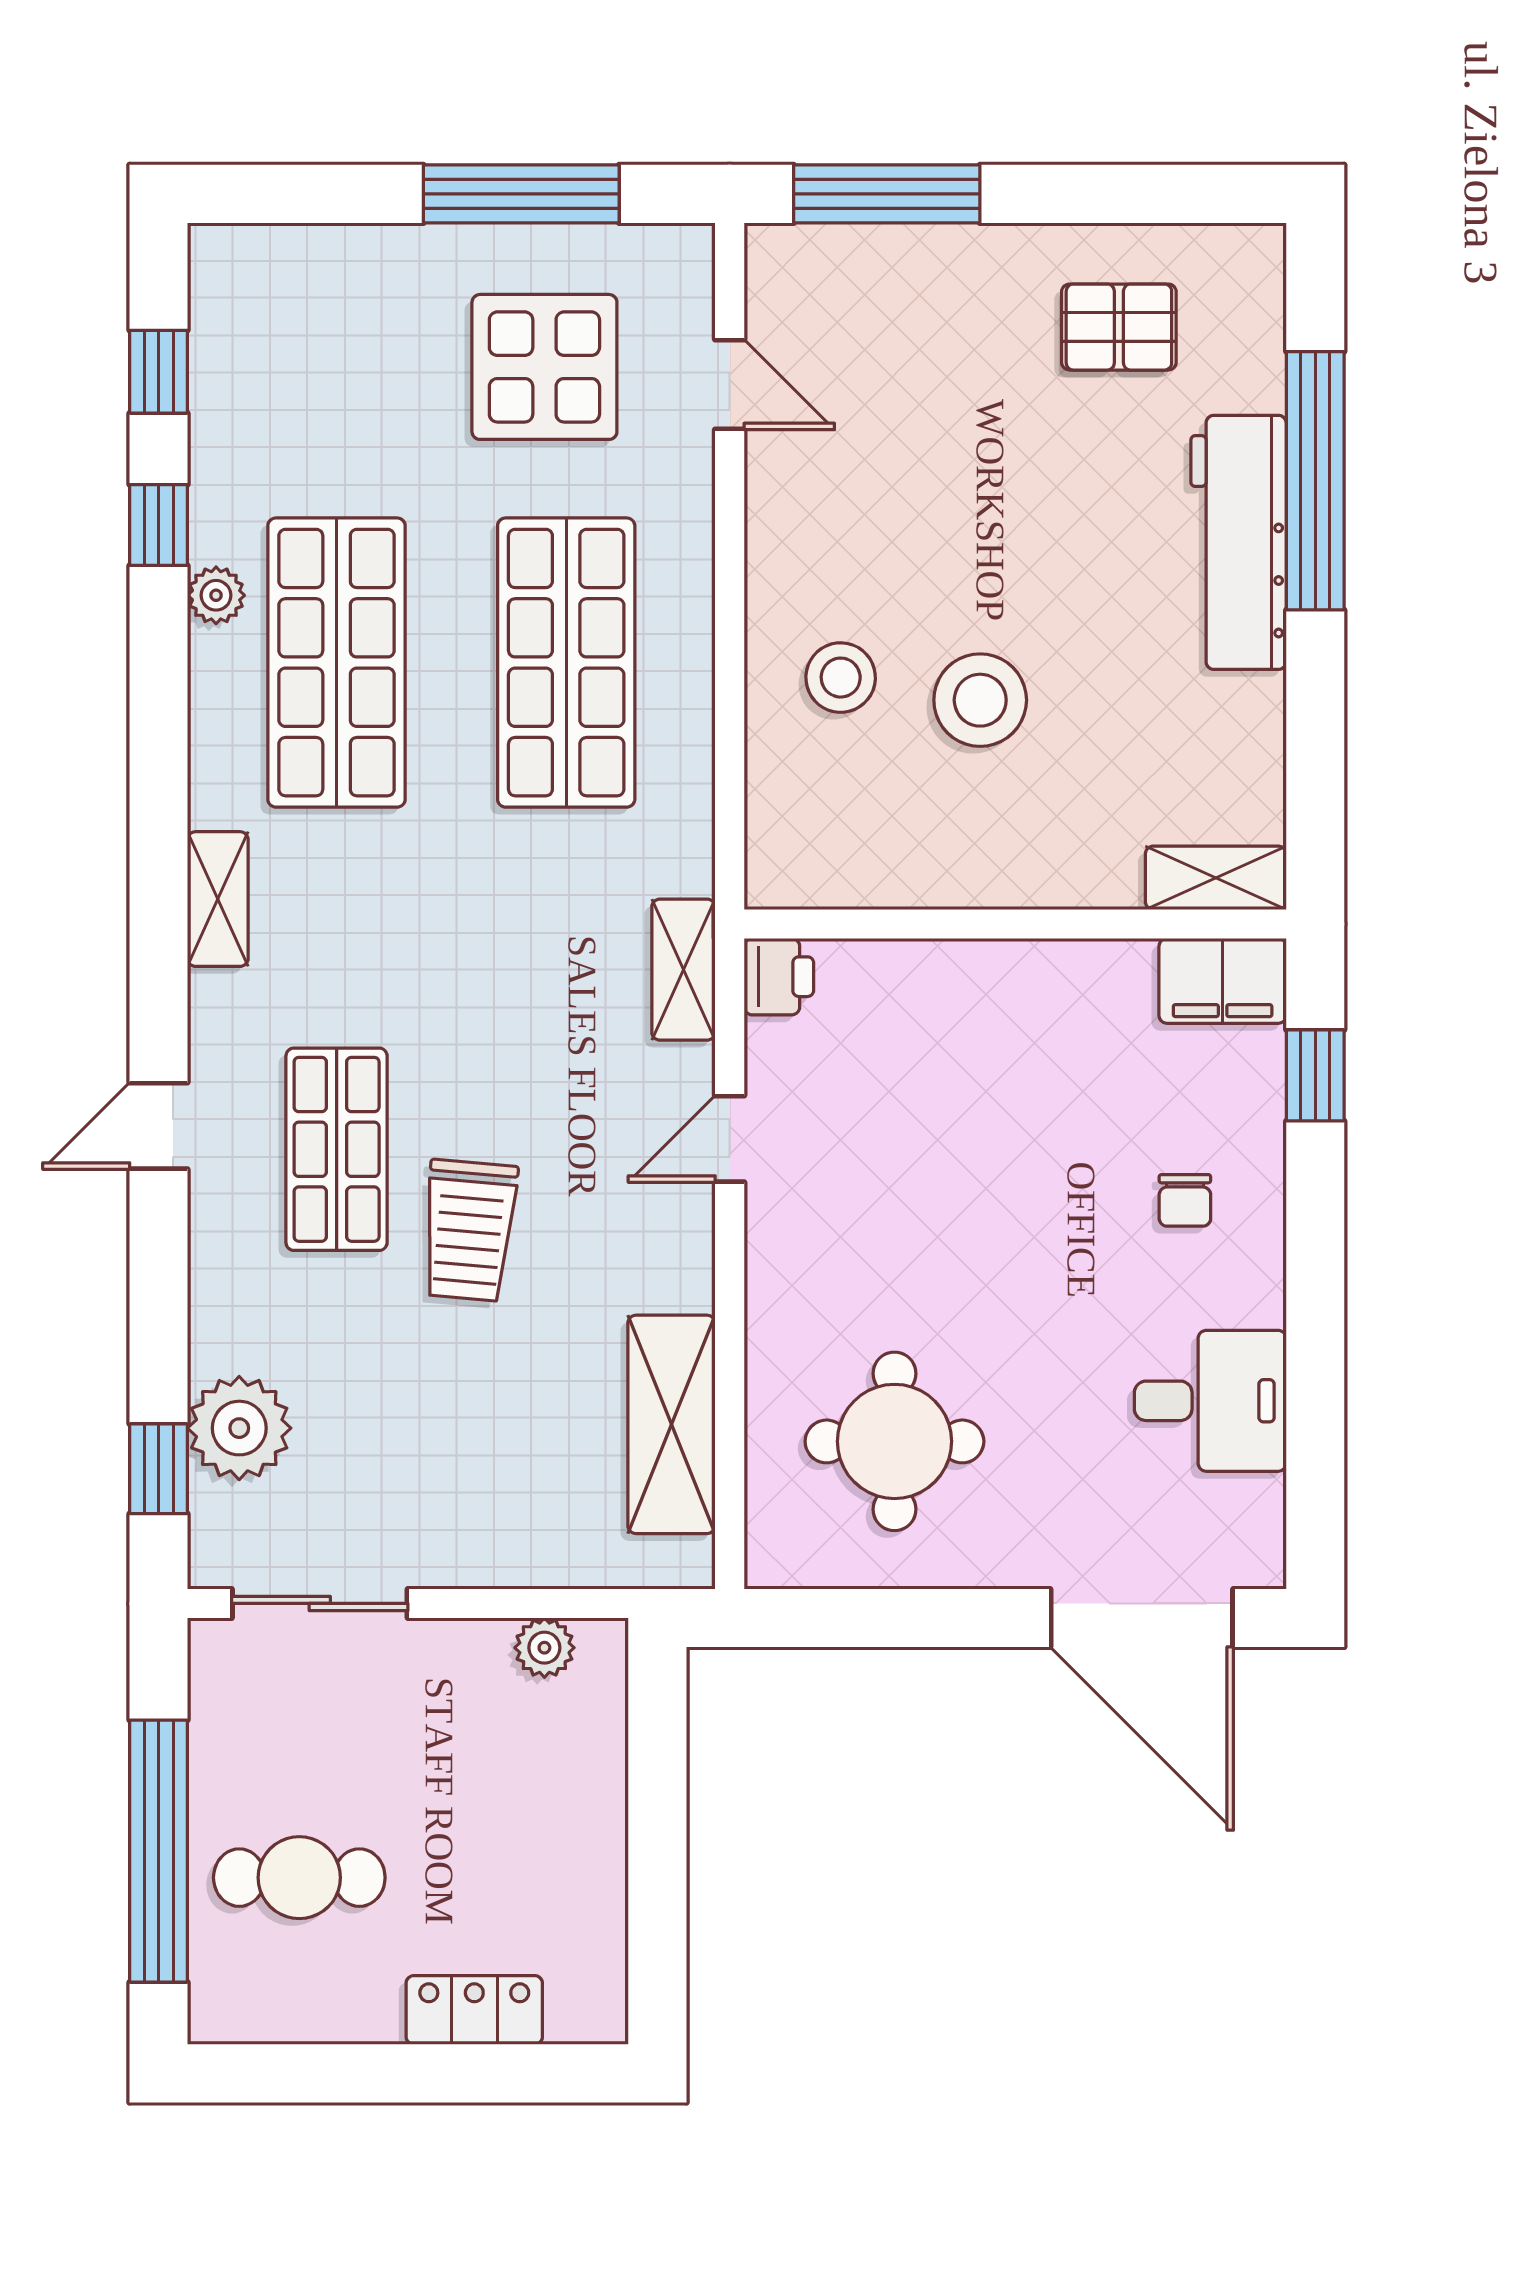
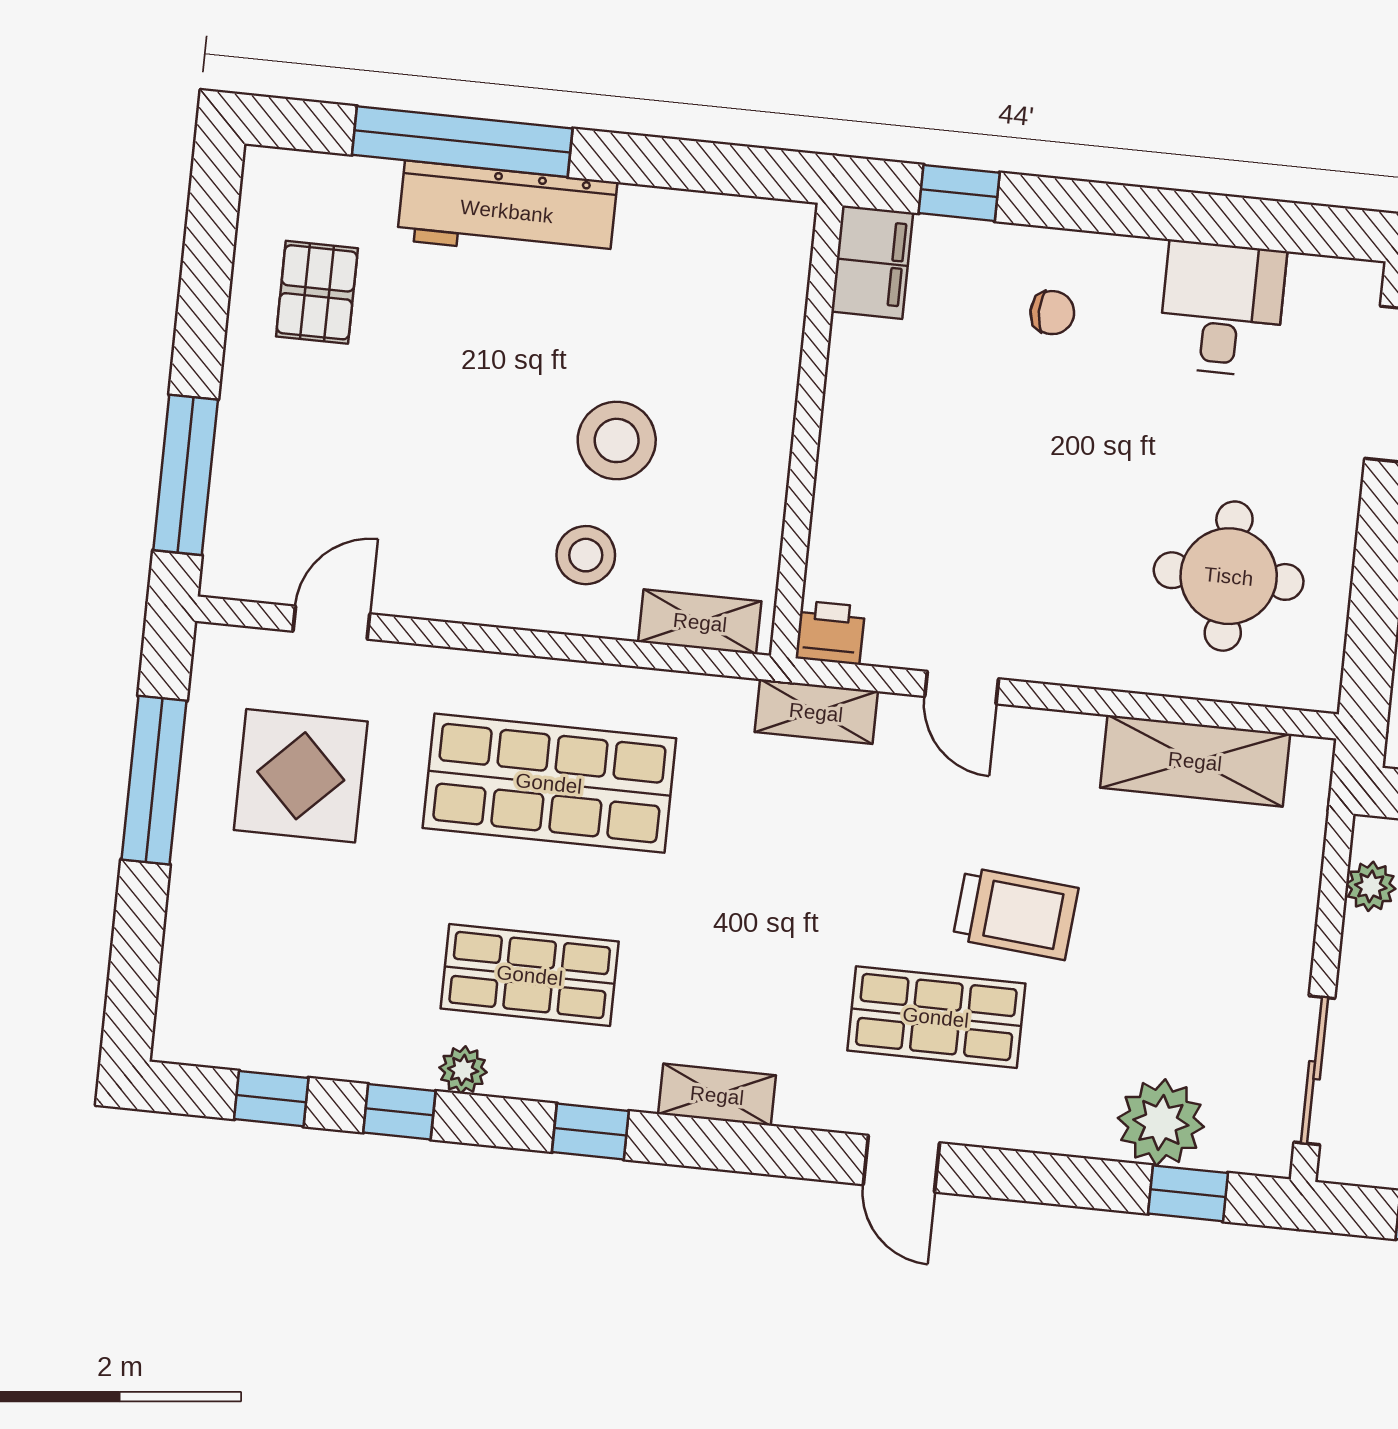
shop shelf: (337, 663) -> (530, 975), width x0.70, depth x0.74
window: (159, 754) -> (590, 1132), added
shelving: (1216, 878) -> (700, 622), moved, turned 90

